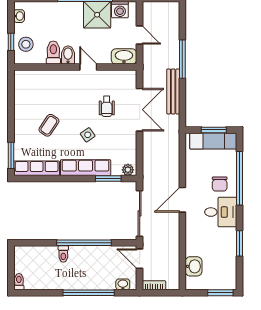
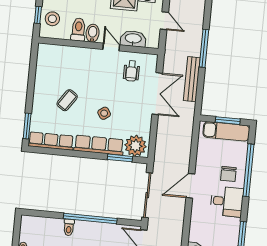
washbasin: (124, 56) -> (133, 39), moved
wheelchair: (107, 106) -> (131, 71), moved
plant: (128, 170) -> (136, 146), width x1.88, depth x1.88

